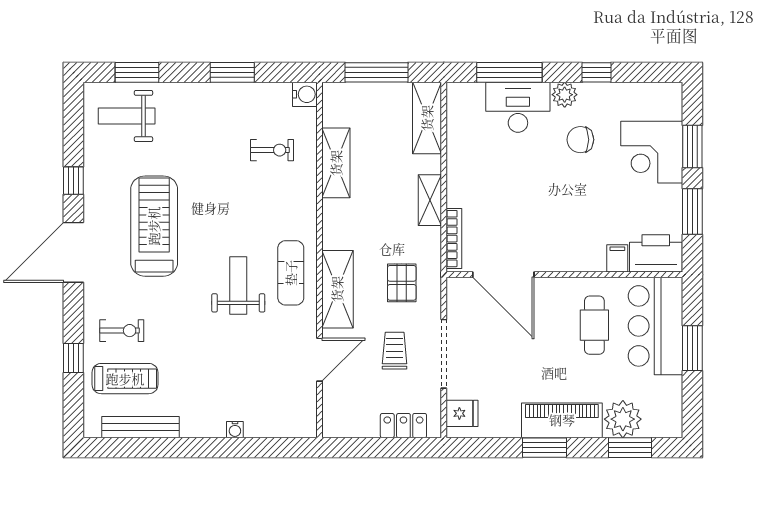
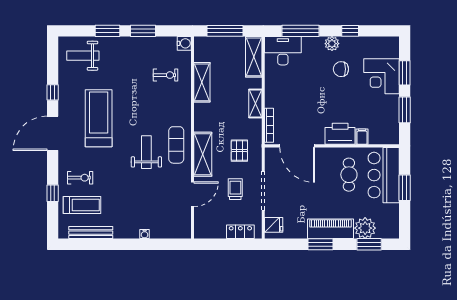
window: (137, 72) -> (108, 31), moved
desk: (518, 107) -> (283, 51), moved
printer: (656, 253) -> (340, 134), moved

